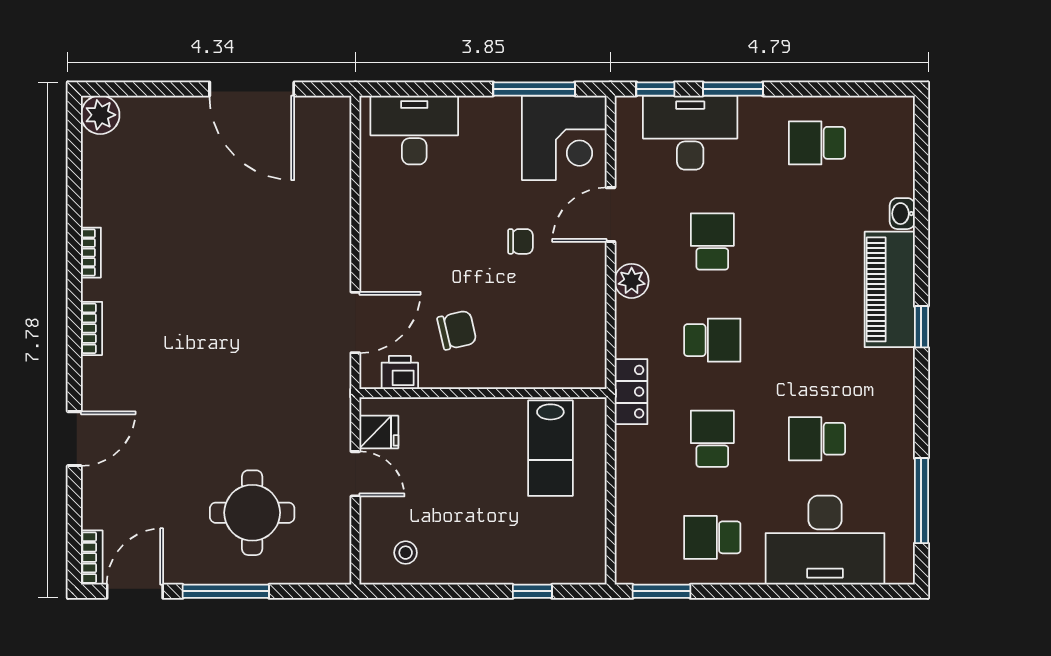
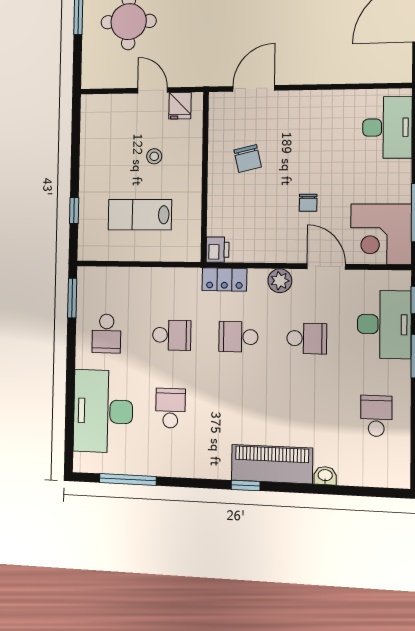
door: (355, 322) -> (254, 88), swing flipped
school desk: (712, 340) -> (238, 337), turned 90
printer: (400, 373) -> (218, 250), moved
locker: (631, 392) -> (224, 279), moved
lab bench: (550, 448) -> (140, 215), moved
door: (355, 474) -> (153, 90), swing flipped
school desk: (712, 537) -> (106, 334), turned 180
stool: (406, 553) -> (154, 156), moved

